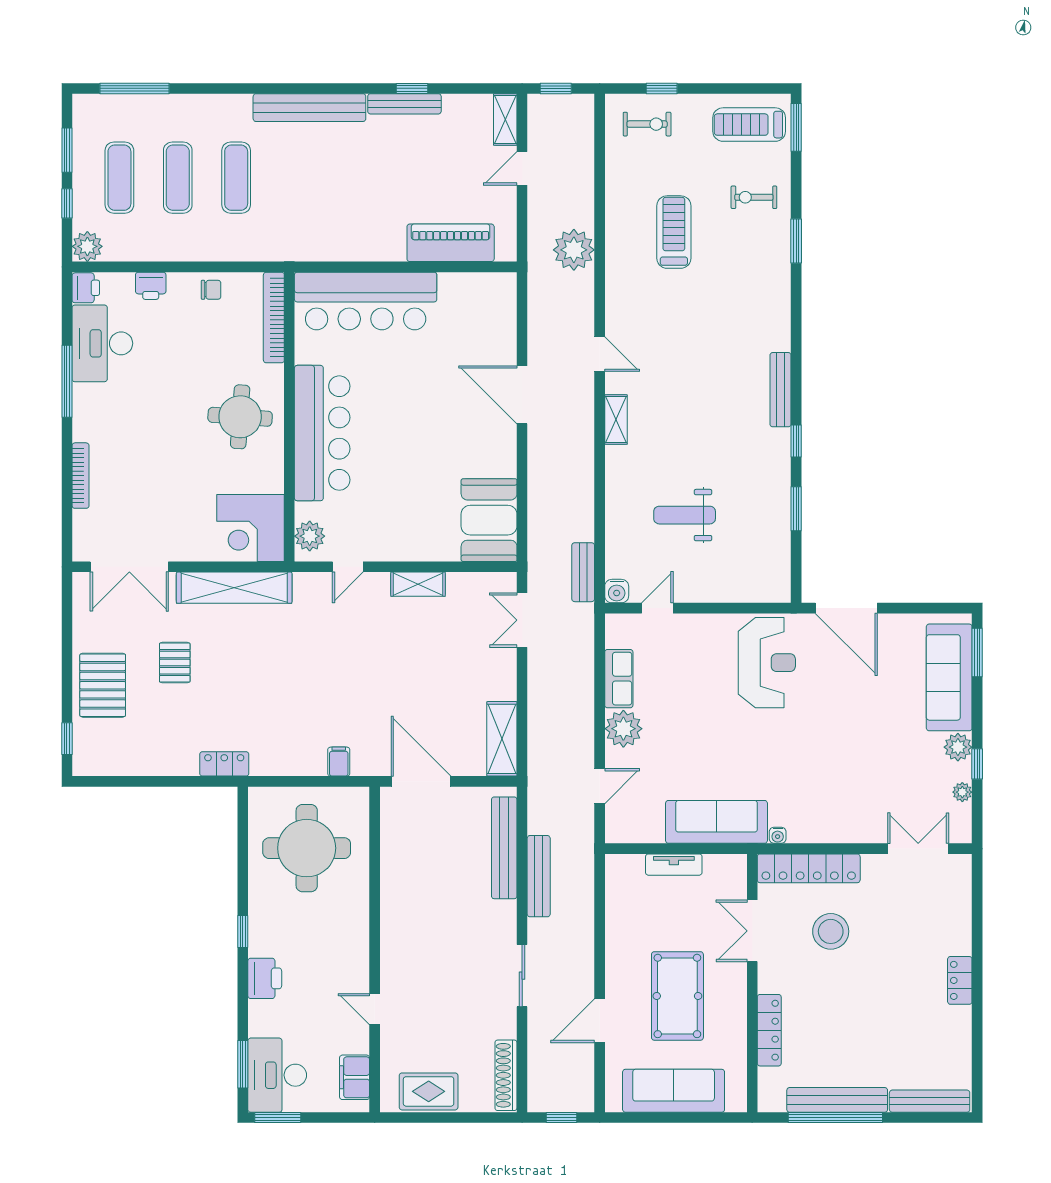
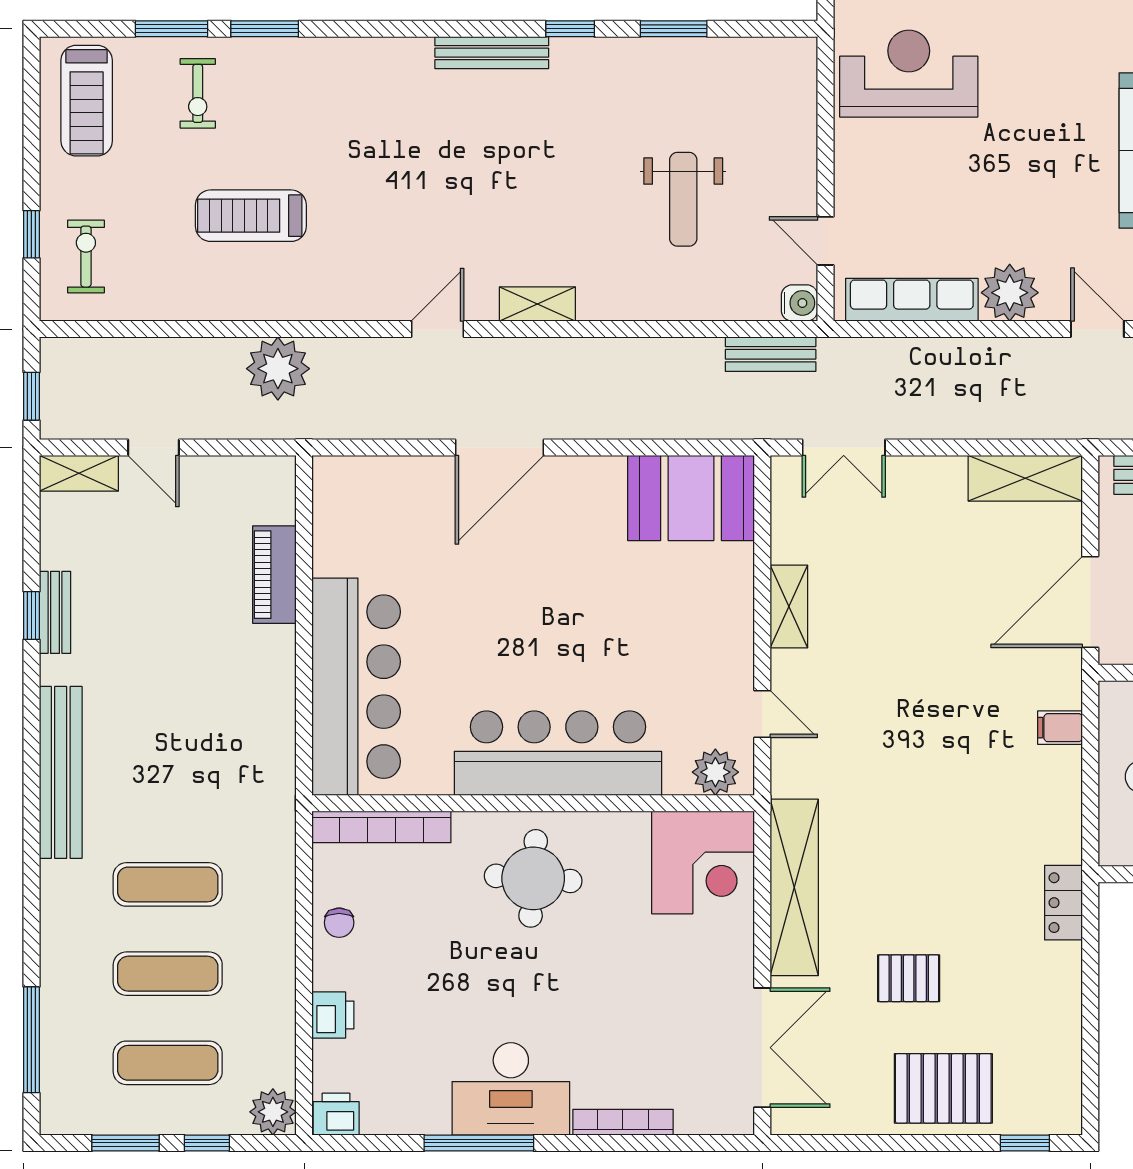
bench: (404, 104) -> (55, 612), width x0.73
window: (796, 127) -> (171, 29), moved
piano: (451, 243) -> (274, 575), width x0.73, depth x0.75
chair: (211, 290) -> (339, 923), turned 180
desk: (102, 343) -> (511, 1089), moved
row of seats: (619, 679) -> (912, 300), width x1.48

